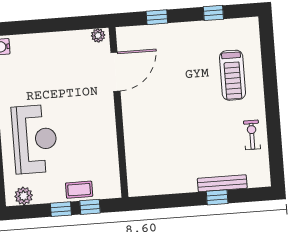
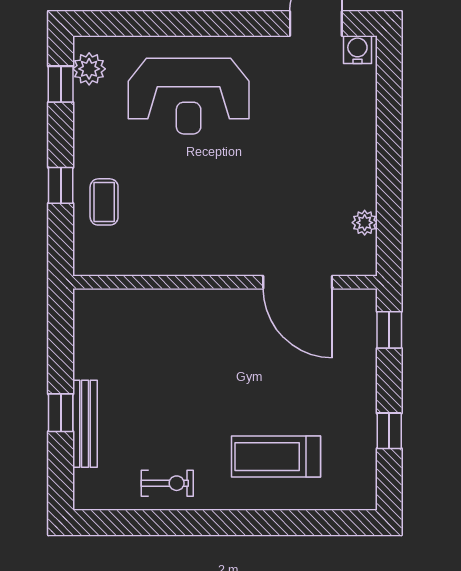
door: (115, 72) -> (298, 282), moved
wall: (118, 112) -> (225, 282), moved
coffee table: (79, 190) -> (104, 202), moved
window: (61, 209) -> (61, 84), moved

